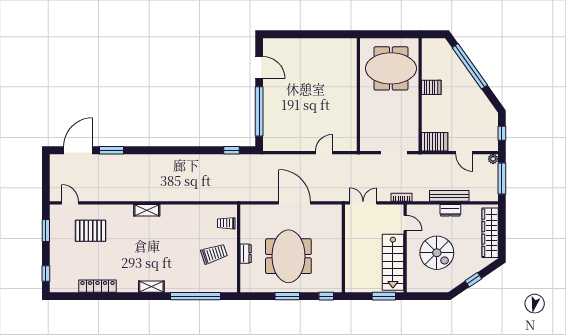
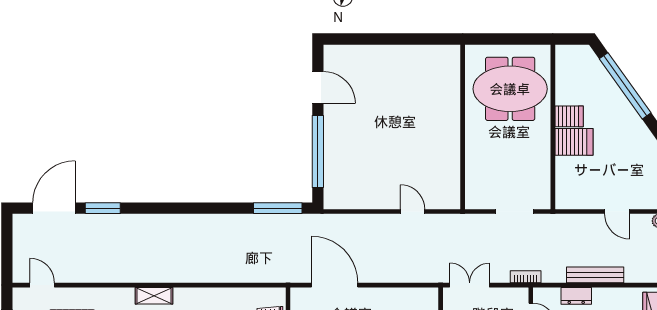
server rack: (435, 142) -> (574, 142), moved
window: (232, 150) -> (278, 208), width x2.17
door: (324, 153) -> (413, 212), hinge flipped
door: (295, 203) -> (335, 285), moved
dresser: (450, 210) -> (576, 296), moved

